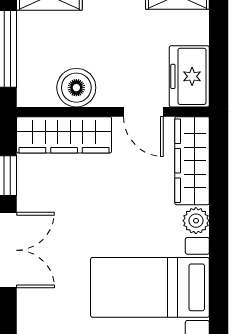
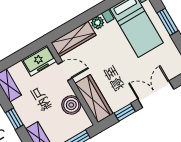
door: (143, 112) -> (65, 71), hinge flipped

